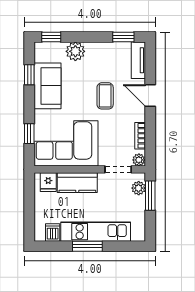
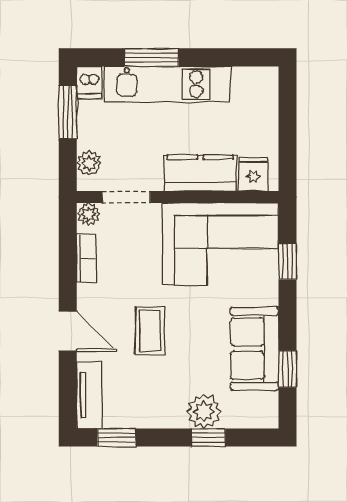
window: (51, 37) -> (208, 438), moved
window: (150, 196) -> (68, 112), moved
dishwasher: (53, 232) -> (89, 82), moved
window: (87, 246) -> (152, 57), moved

